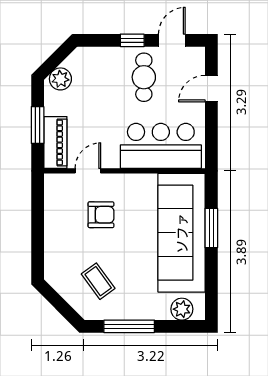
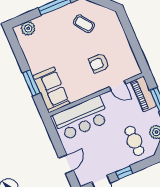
cafe table: (144, 77) -> (134, 141), moved
door: (88, 171) -> (117, 85), hinge flipped
sofa: (182, 233) -> (51, 90), width x0.54, depth x0.79

